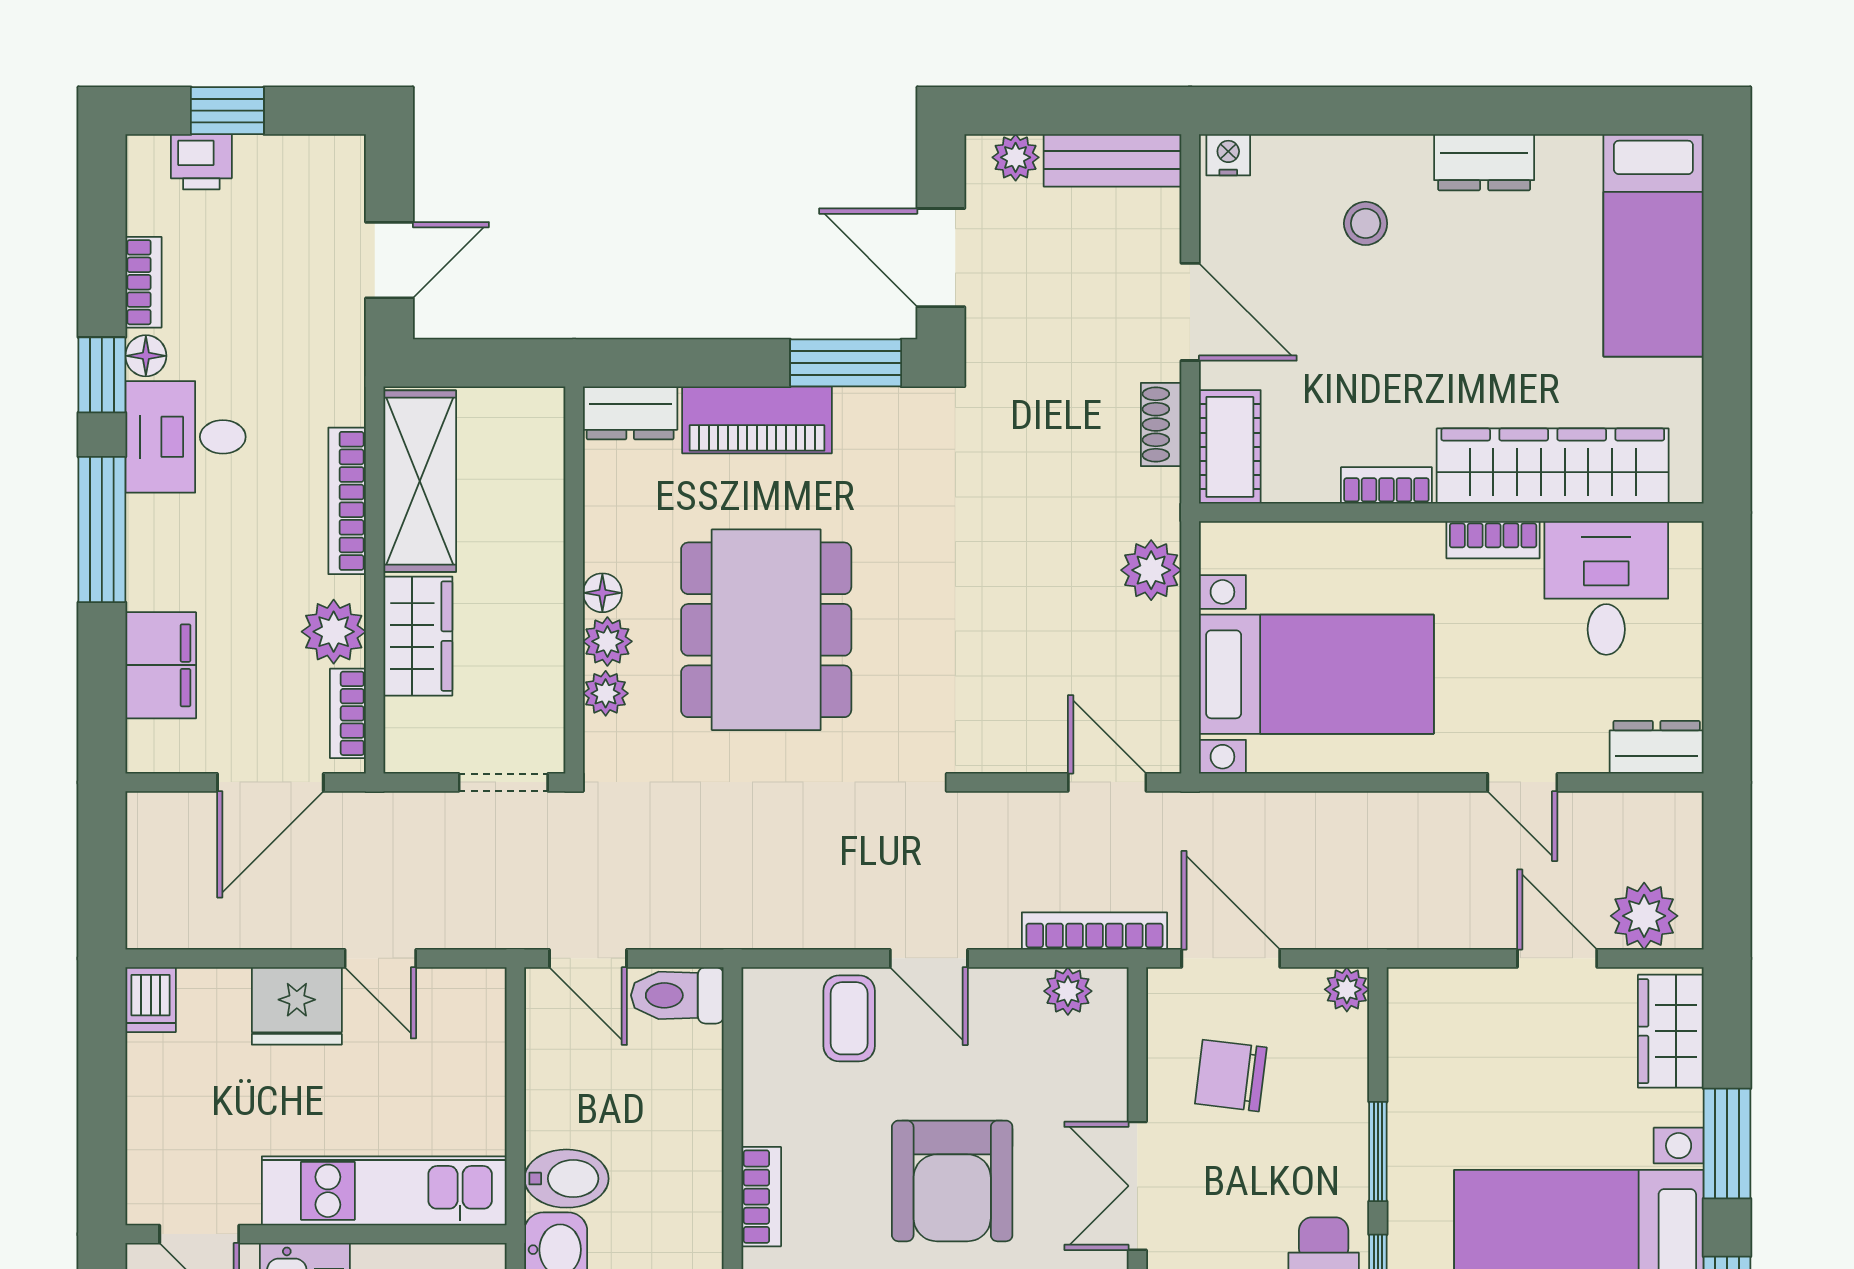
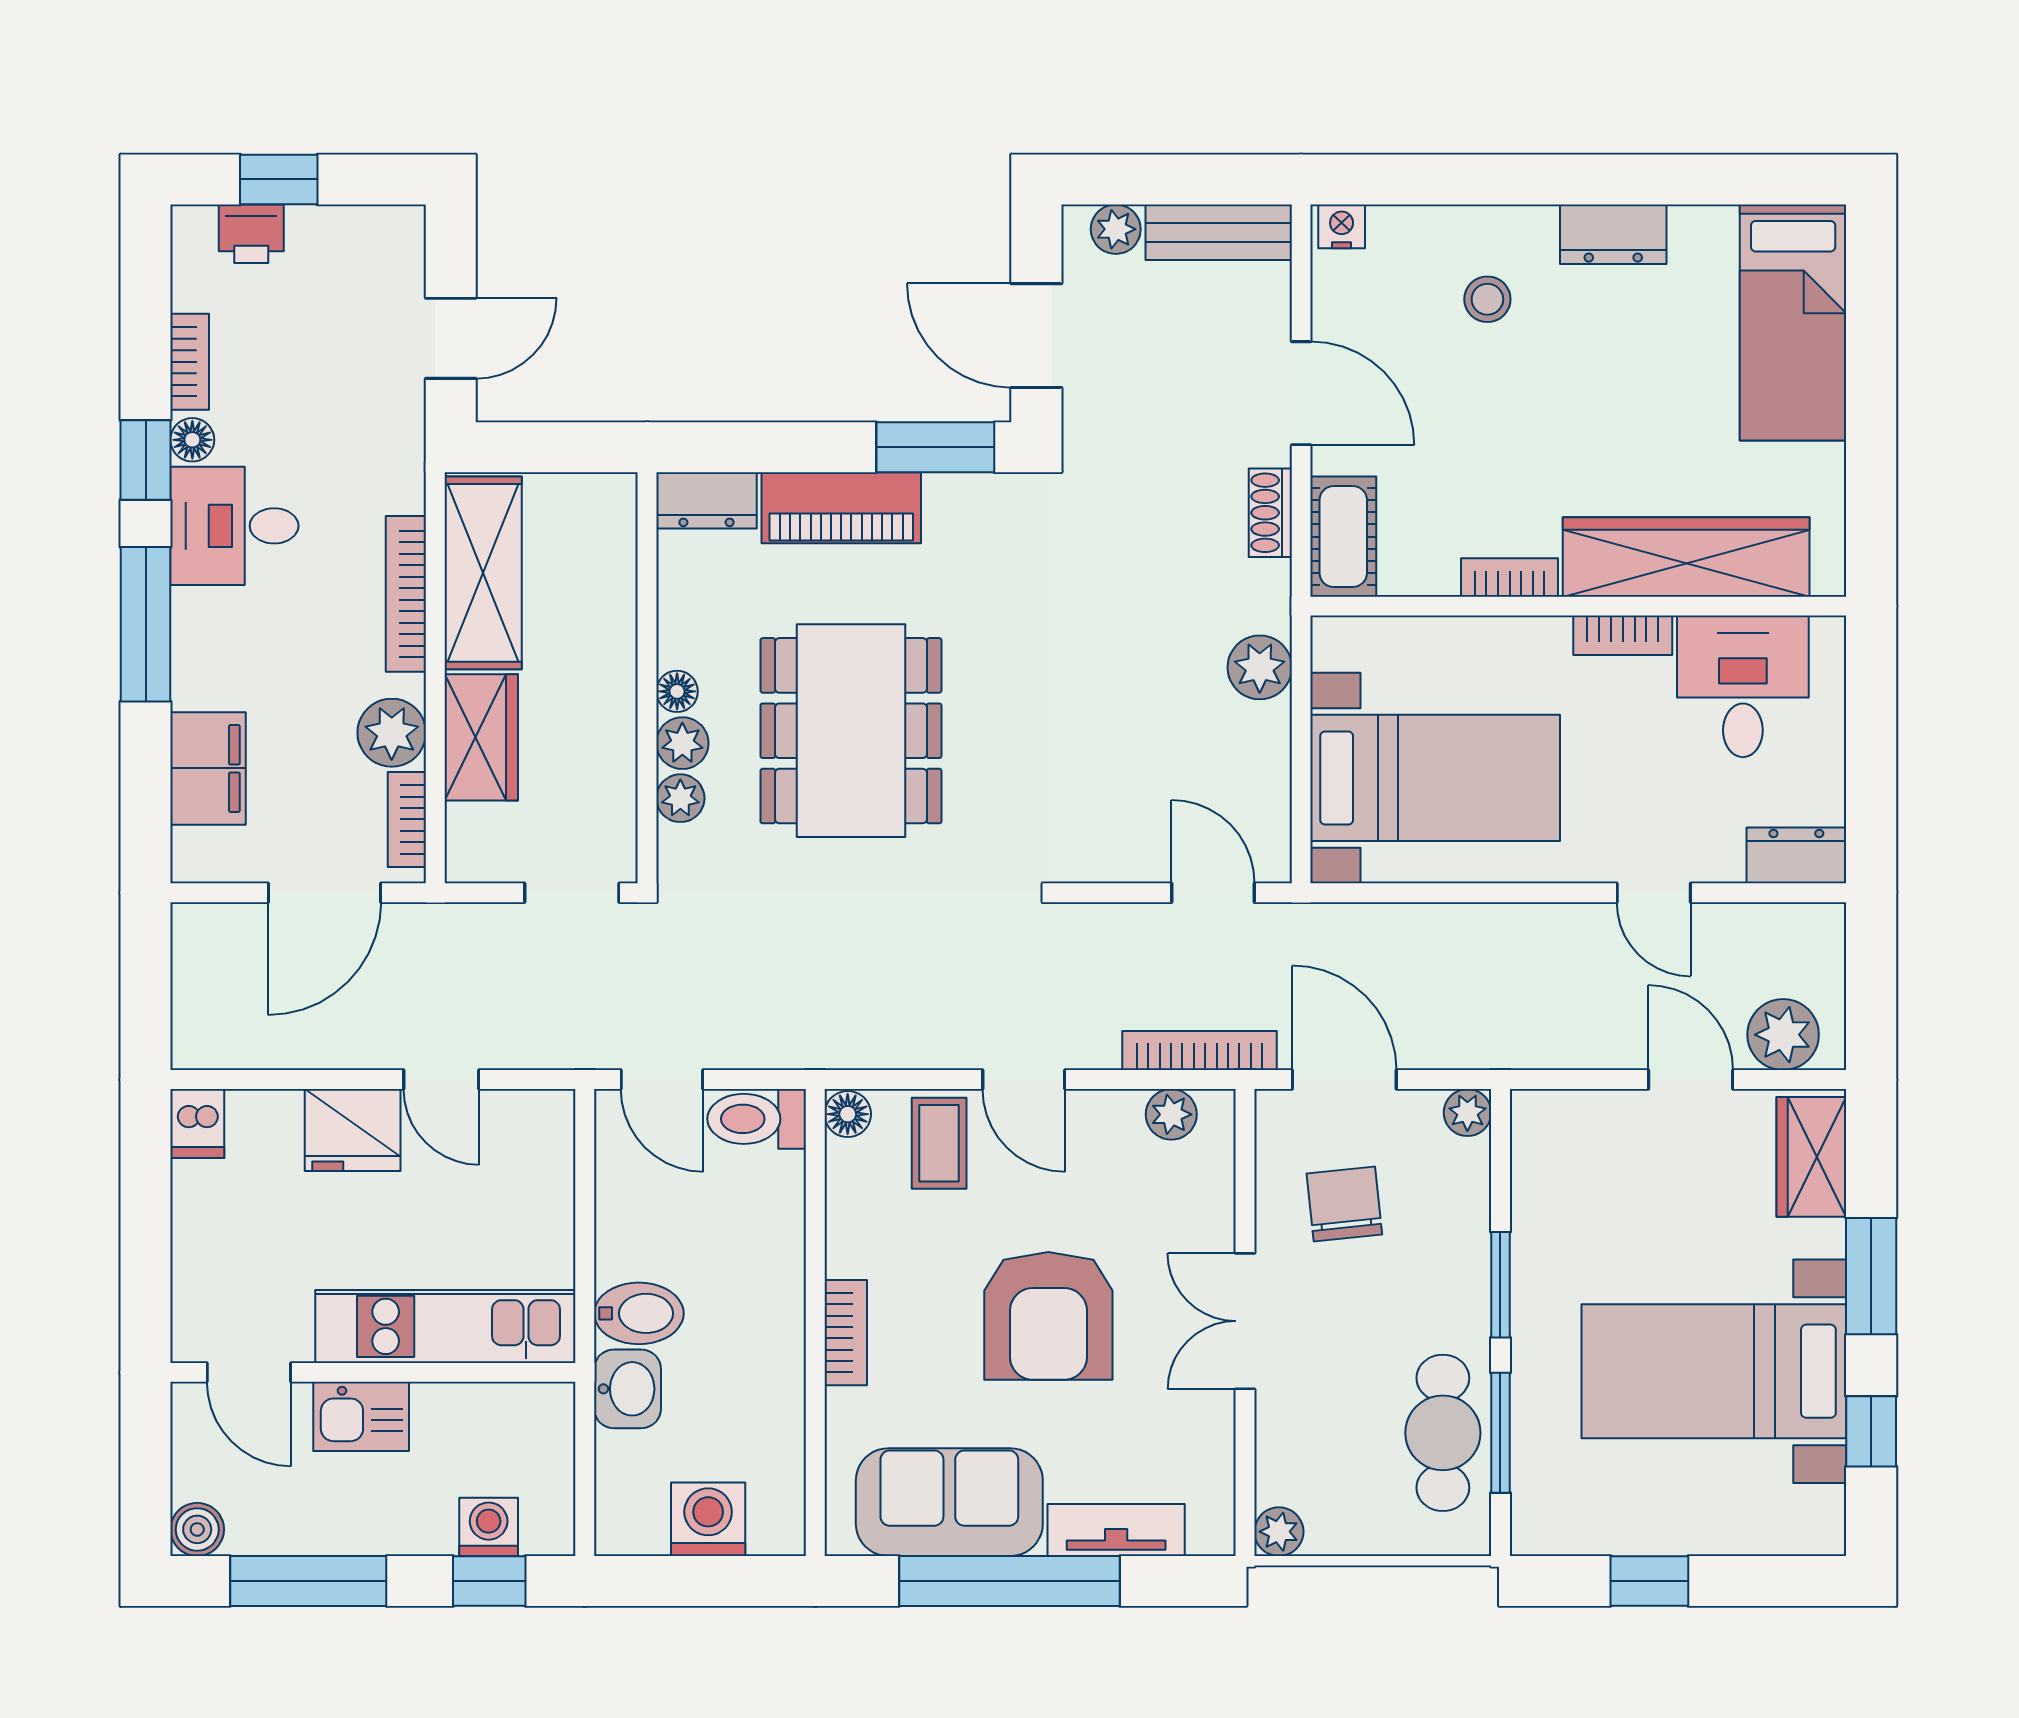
floor lamp: (763, 991) -> (848, 1114), added
chair: (1231, 1076) -> (1344, 1204), turned 77

